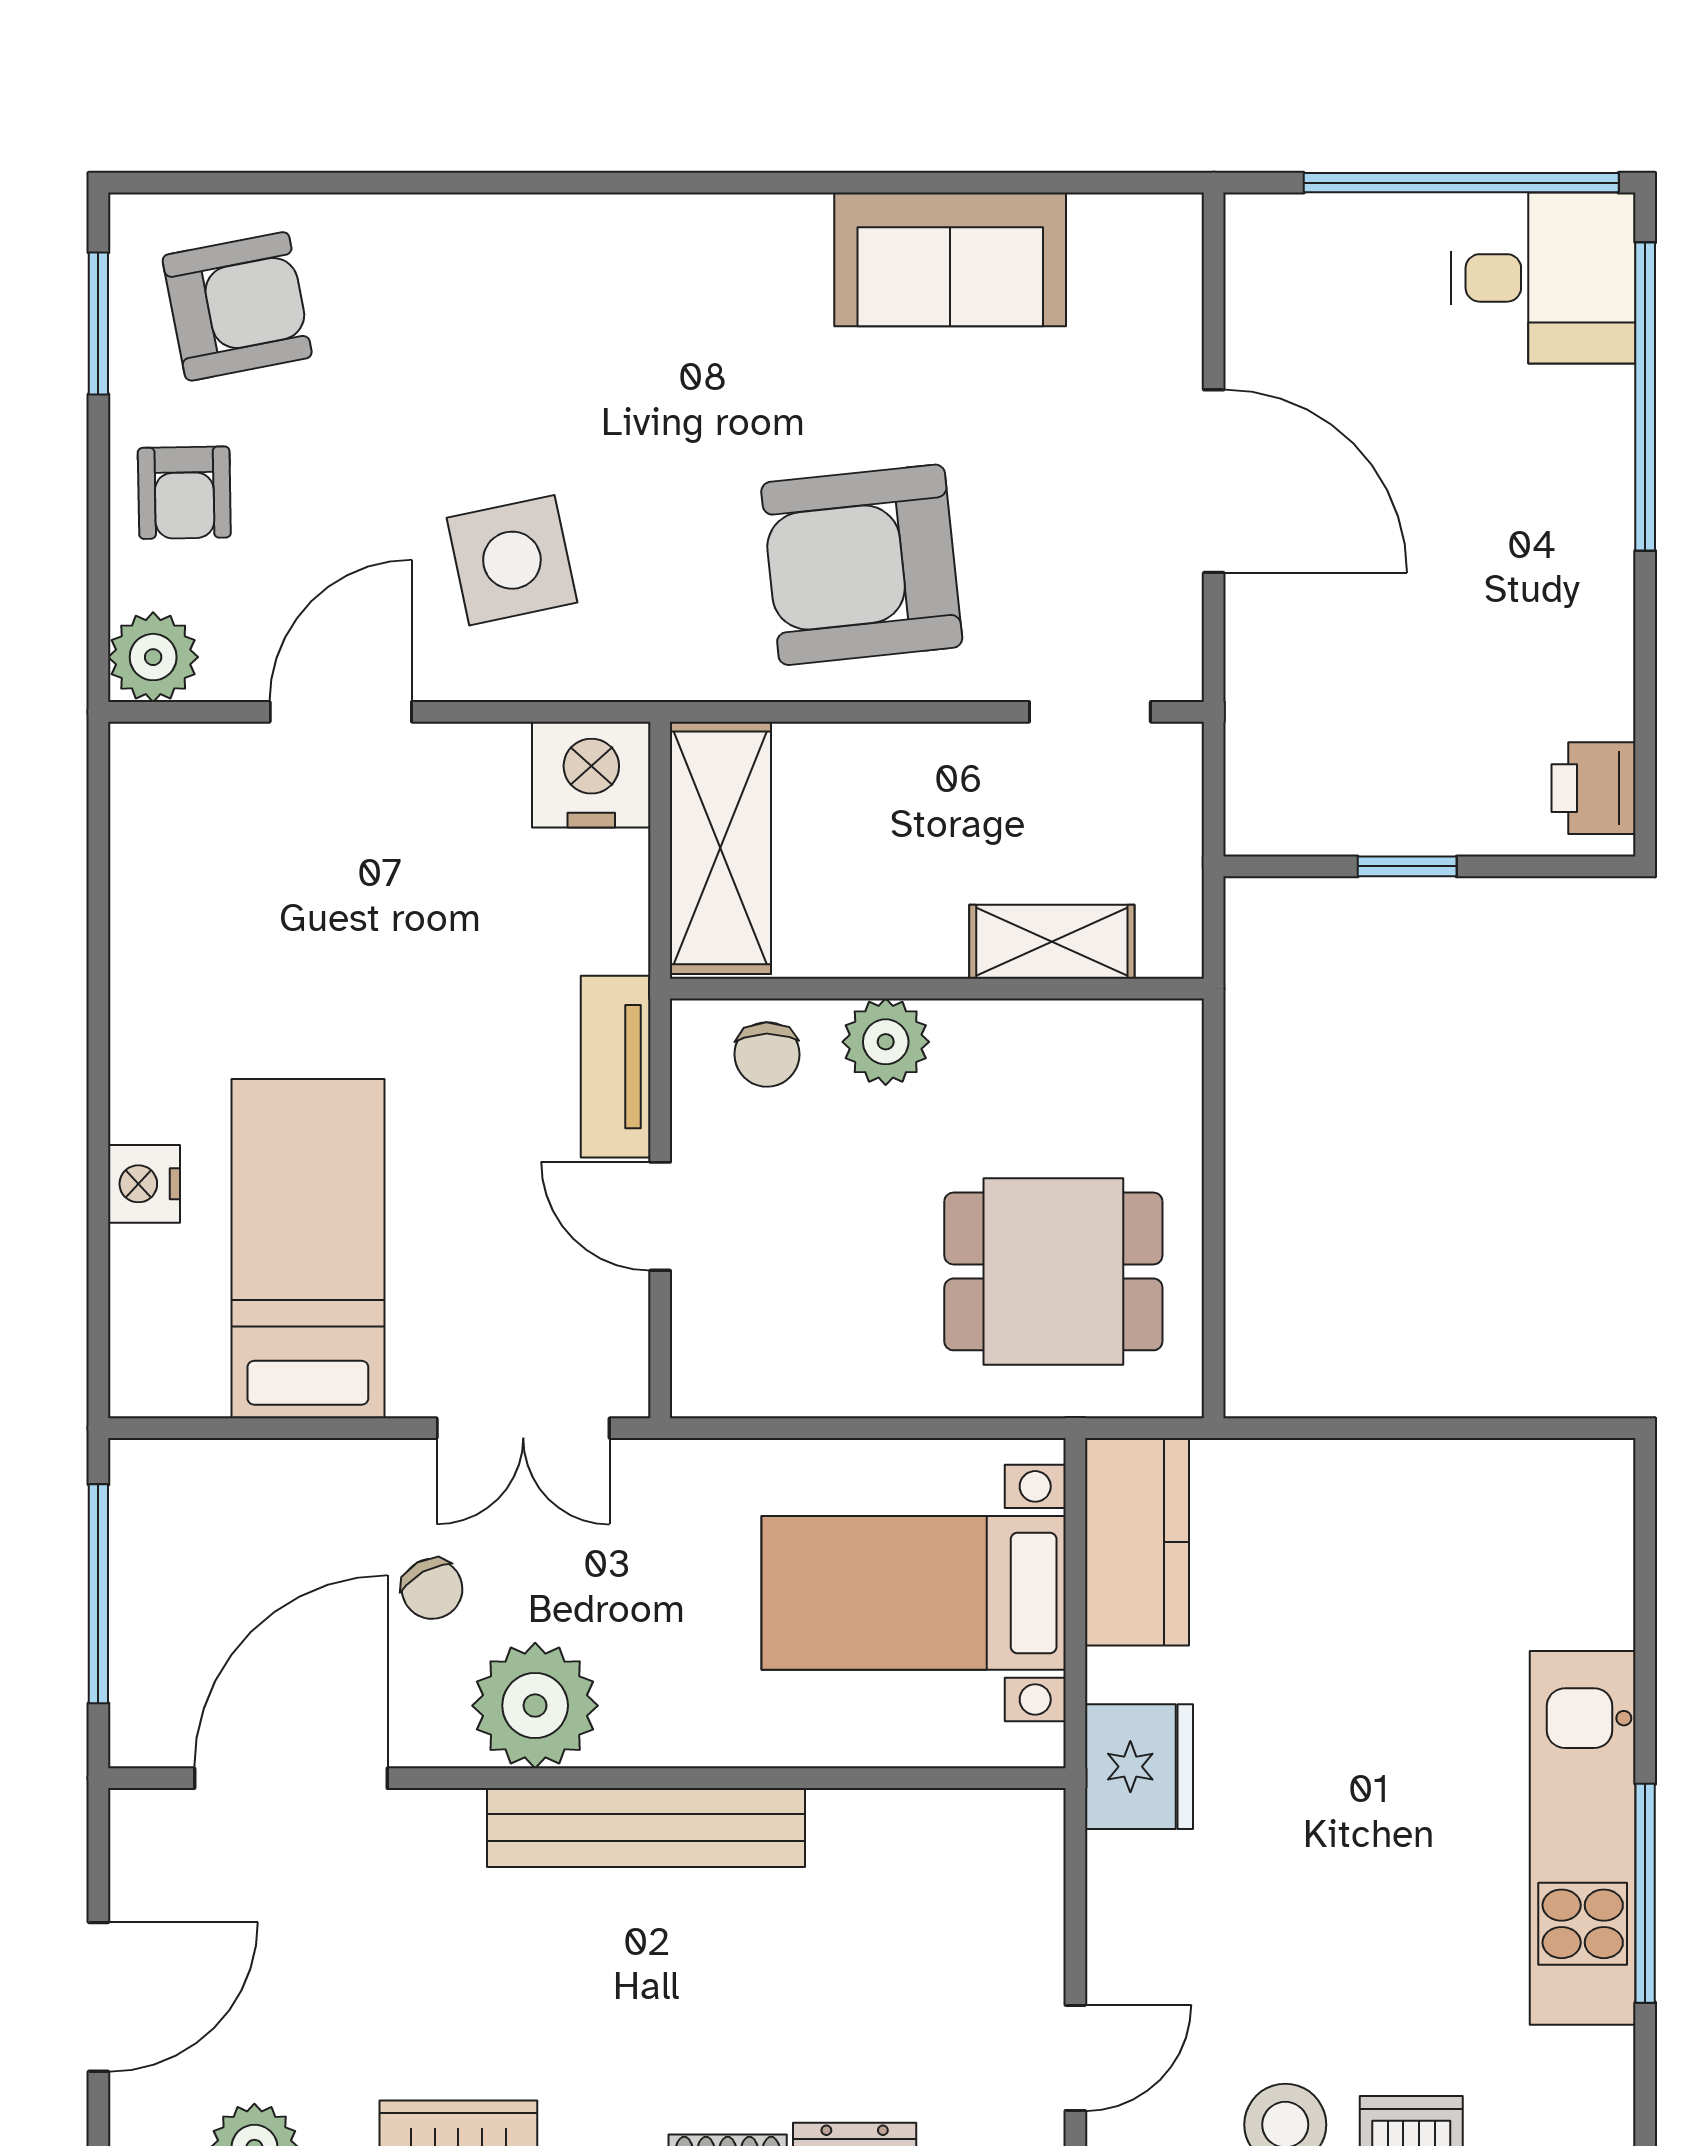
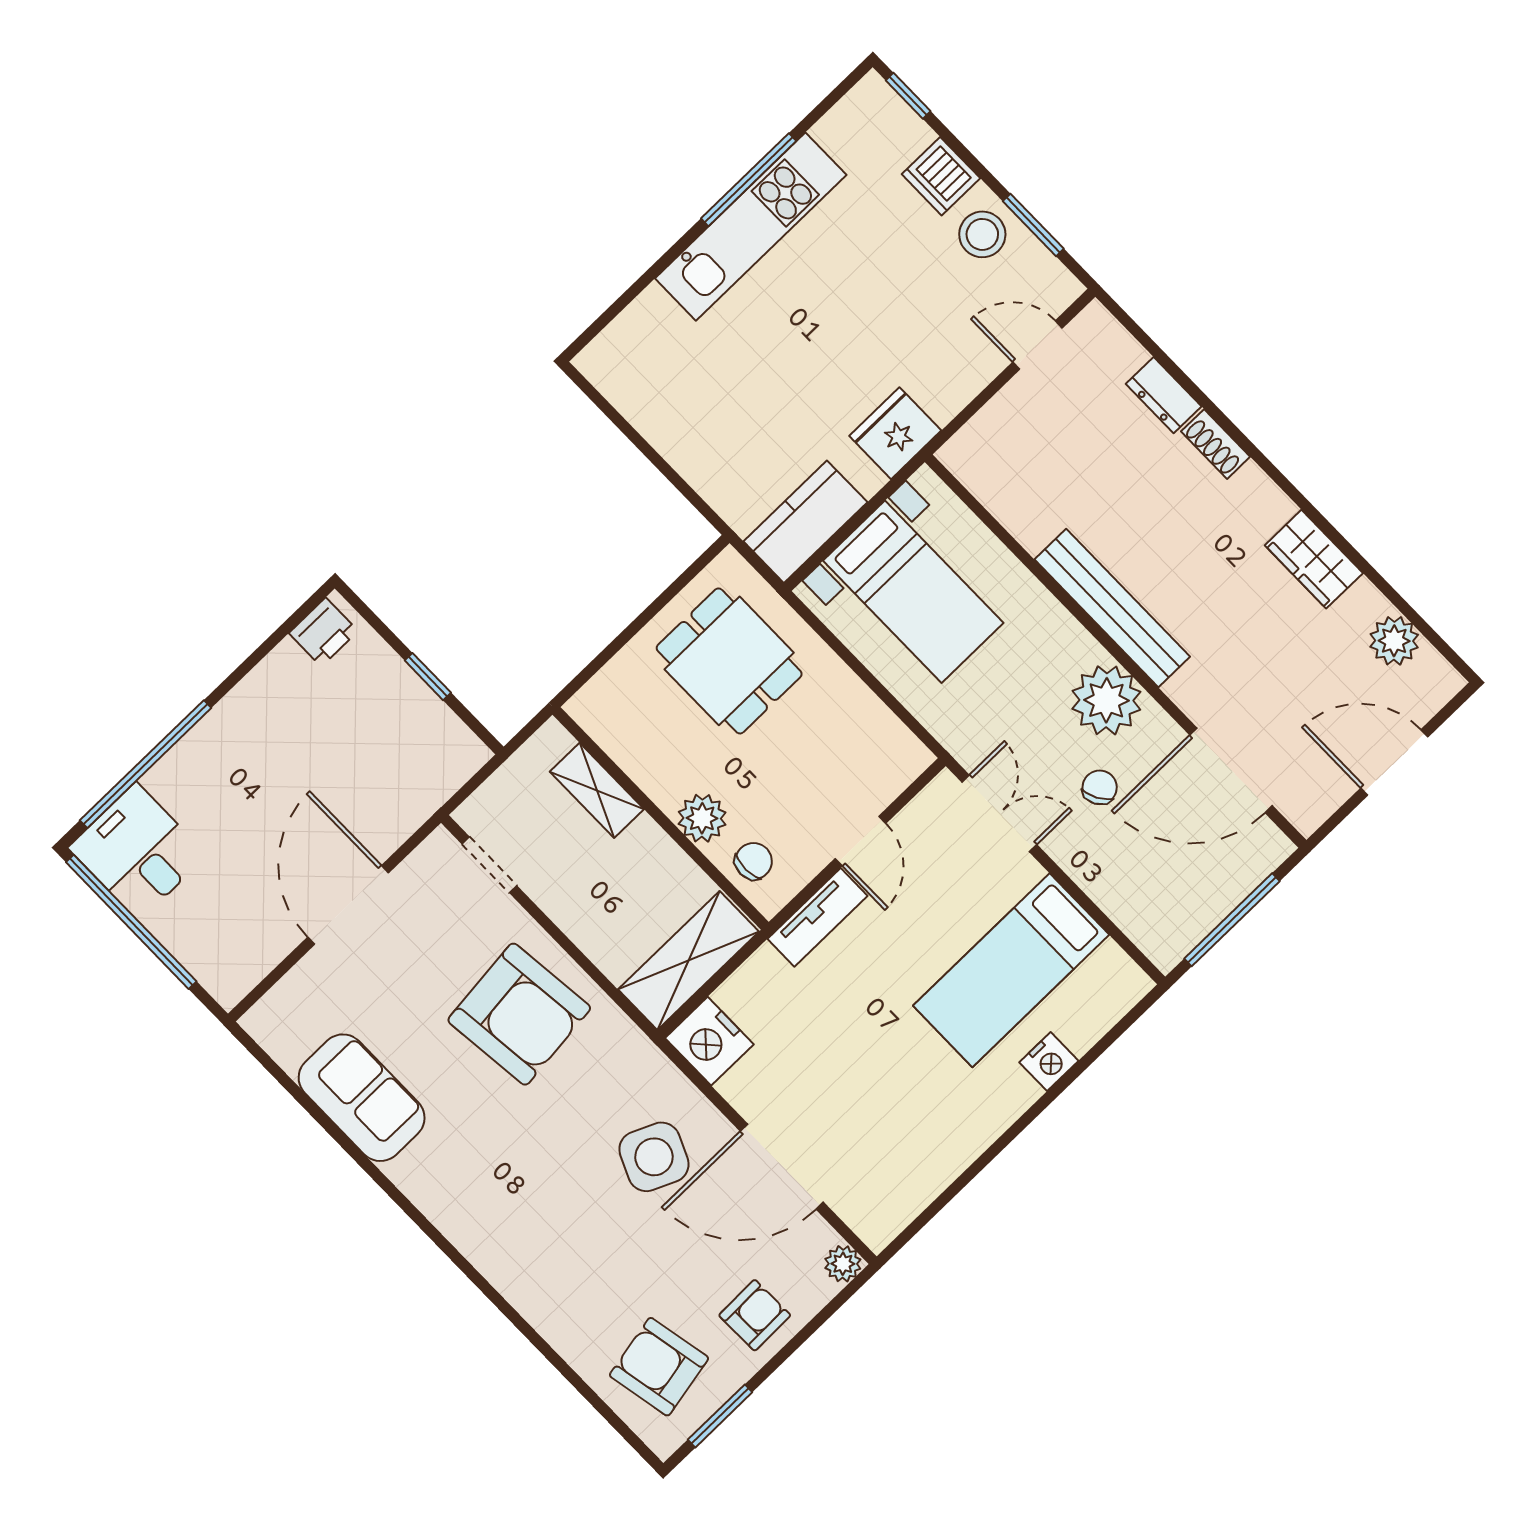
side table: (512, 560) -> (654, 1157), turned 36
plant: (153, 657) -> (843, 1264), width x0.73, depth x0.73
door: (341, 712) -> (782, 1167), width x1.36

